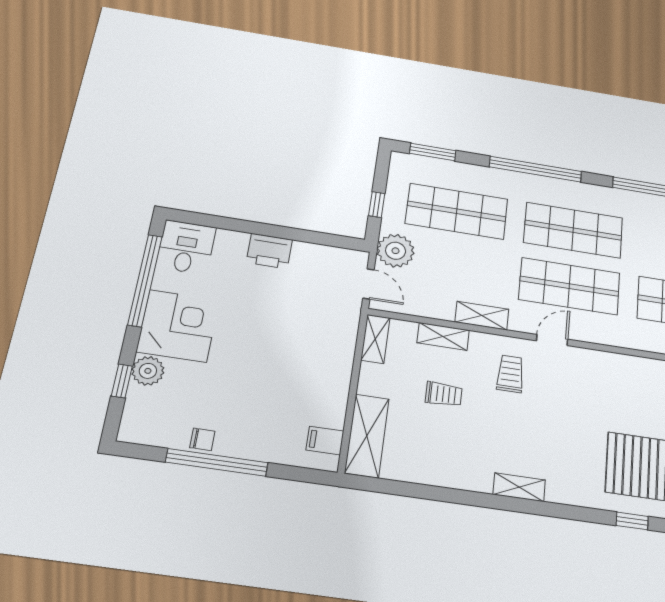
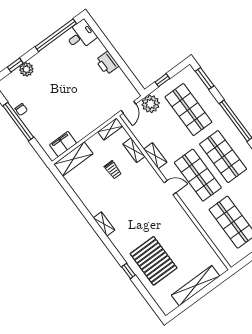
corner desk: (178, 326) -> (51, 62), removed
trolley: (510, 374) -> (143, 185), removed
filing cabinet: (325, 441) -> (63, 144), width x2.00

